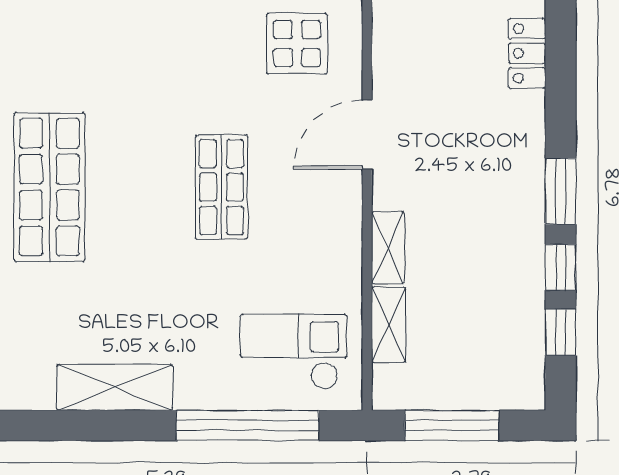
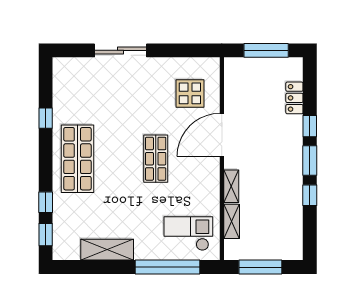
door: (367, 135) -> (222, 135), width x1.36
window: (561, 332) -> (310, 126), moved

